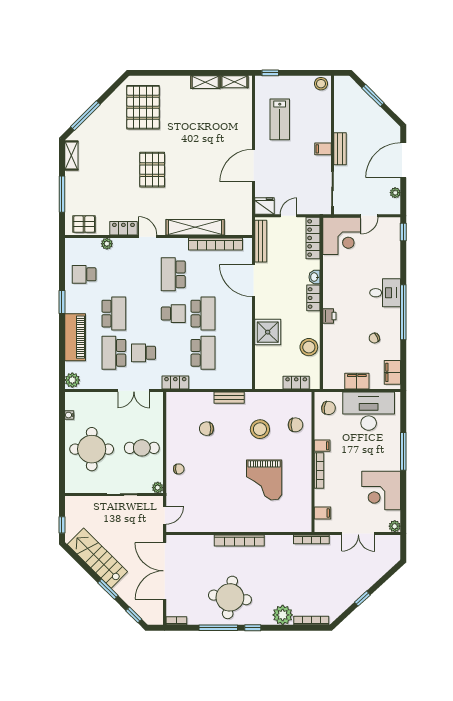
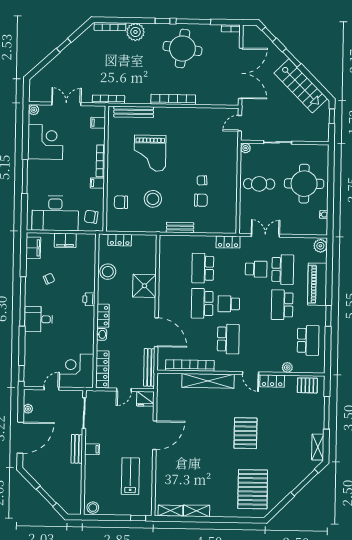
school desk: (84, 274) -> (308, 340), width x1.85
chair: (179, 469) -> (202, 180), moved
grand piano: (264, 480) -> (150, 153), turned 180
bench: (283, 526) -> (134, 112), added

